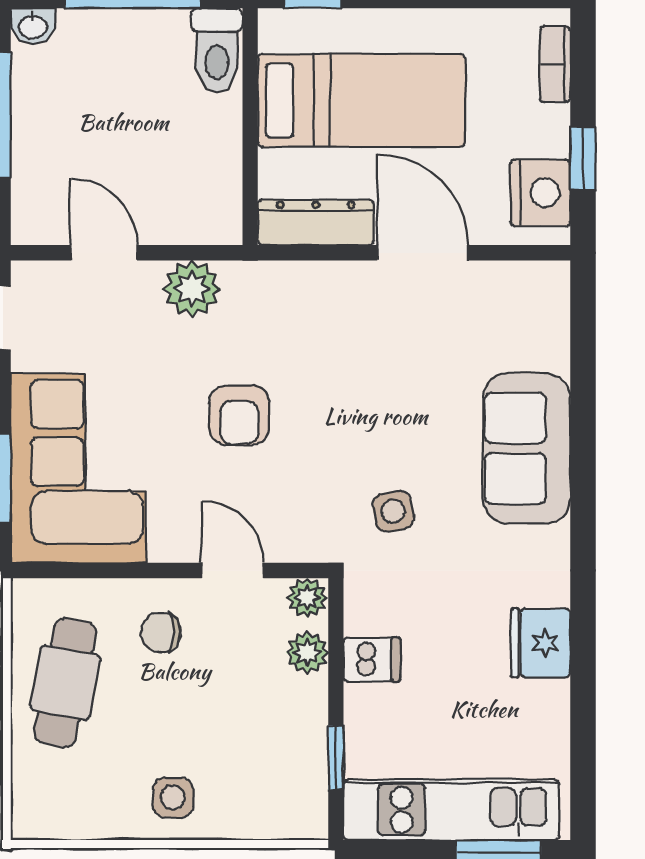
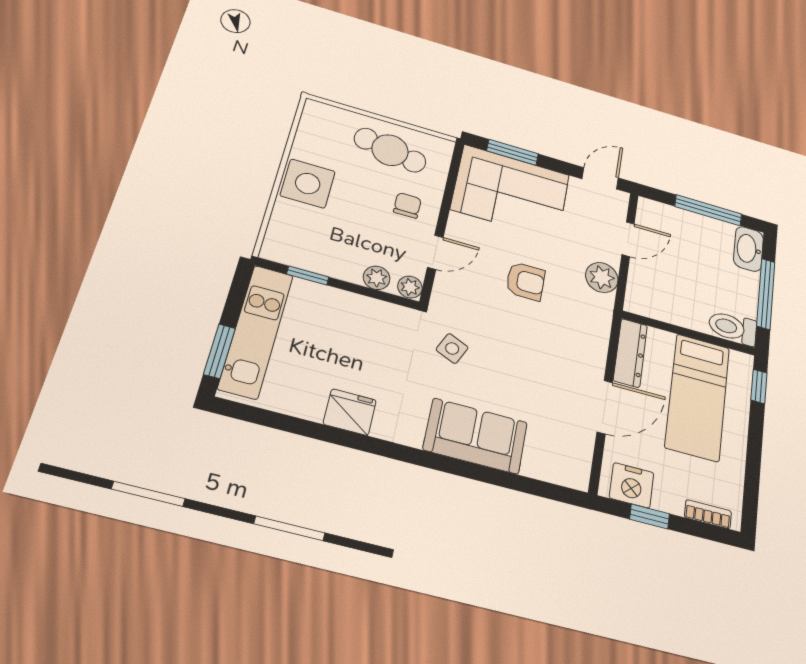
washbasin: (33, 26) -> (748, 249), width x1.91, depth x1.45
armchair: (239, 415) -> (525, 281), turned 180
side table: (393, 511) -> (452, 349), turned 36
dishwasher: (372, 659) -> (364, 312), removed
side table: (173, 798) -> (308, 183), width x1.87, depth x1.87

